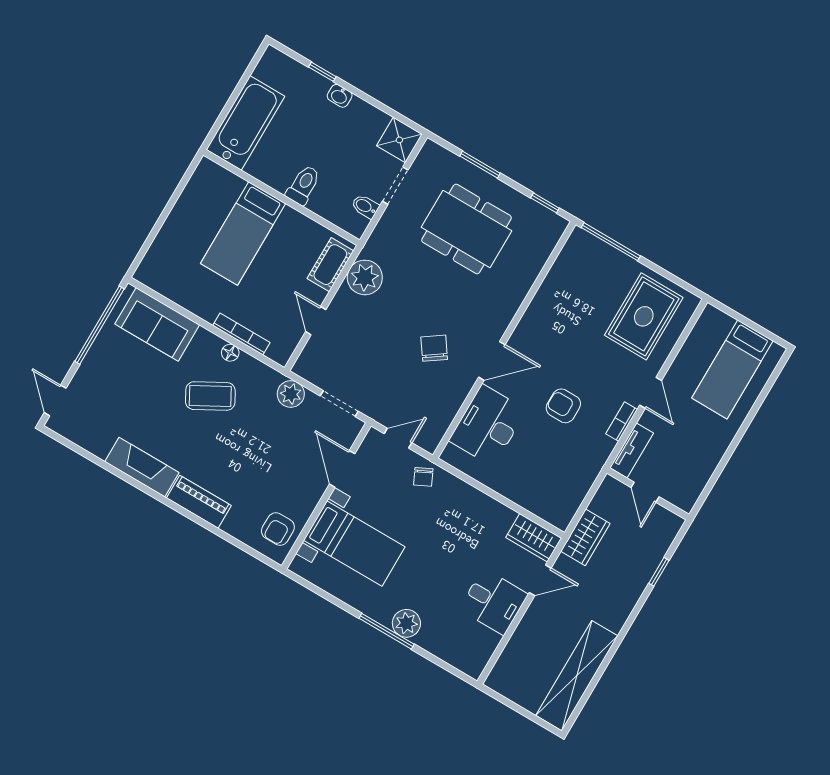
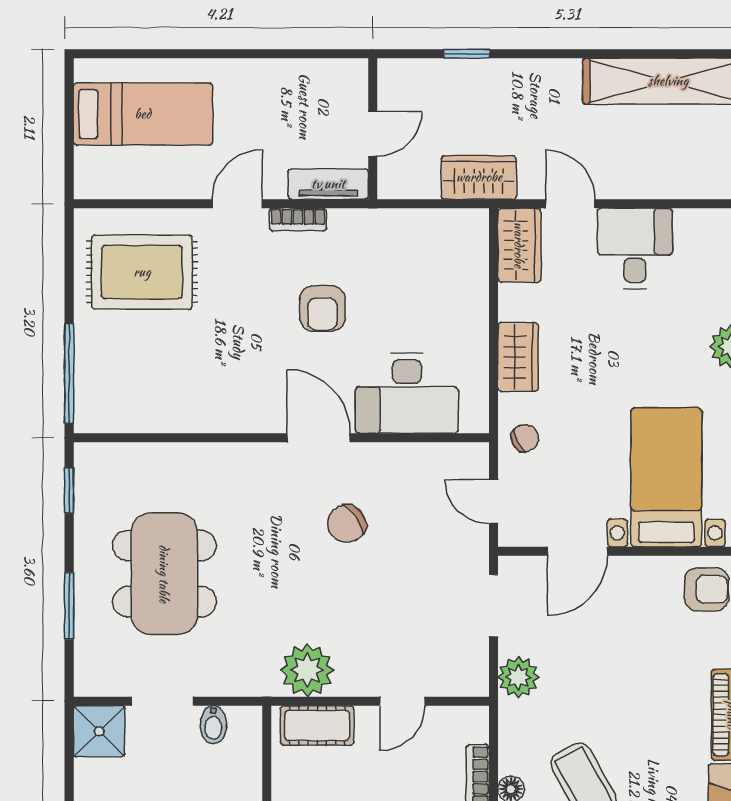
wardrobe: (471, 500) -> (518, 357), added

